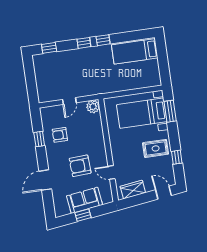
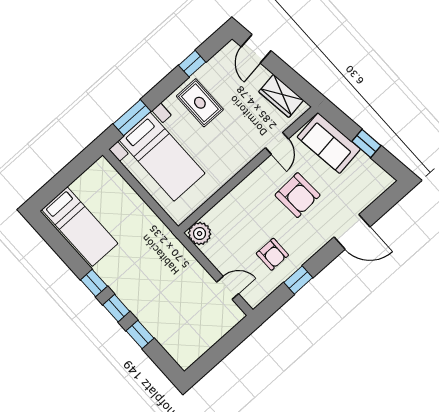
window: (49, 48) -> (140, 335), moved
door: (69, 101) -> (228, 288), moved
sofa: (84, 200) -> (329, 143), moved

